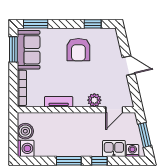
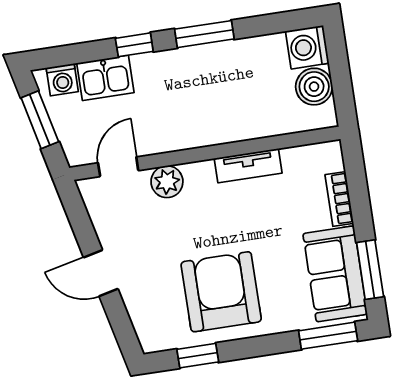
armchair: (78, 50) -> (221, 292), width x1.36, depth x1.36
bookcase: (22, 88) -> (339, 199), width x0.64

